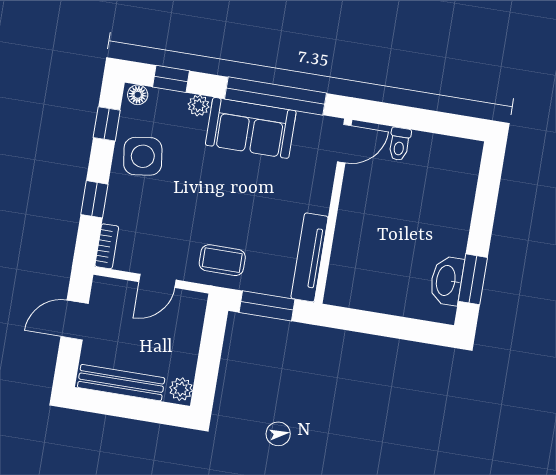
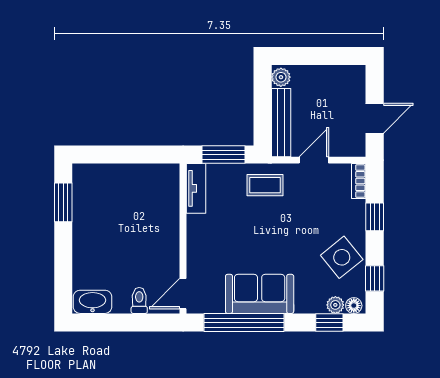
plant: (199, 105) -> (335, 305), moved
side table: (143, 156) -> (342, 257), turned -31
tv unit: (310, 257) -> (196, 188), width x0.71
washbasin: (447, 281) -> (93, 302), moved, turned -90
bench: (121, 383) -> (281, 123), moved, turned 90

